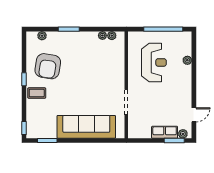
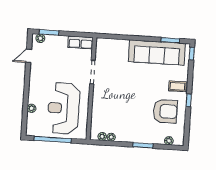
reception desk: (154, 62) -> (64, 108), width x1.36, depth x1.30
armchair: (48, 66) -> (165, 111), turned 81
sofa: (86, 127) -> (157, 53), moved
row of seats: (165, 132) -> (80, 42), moved

